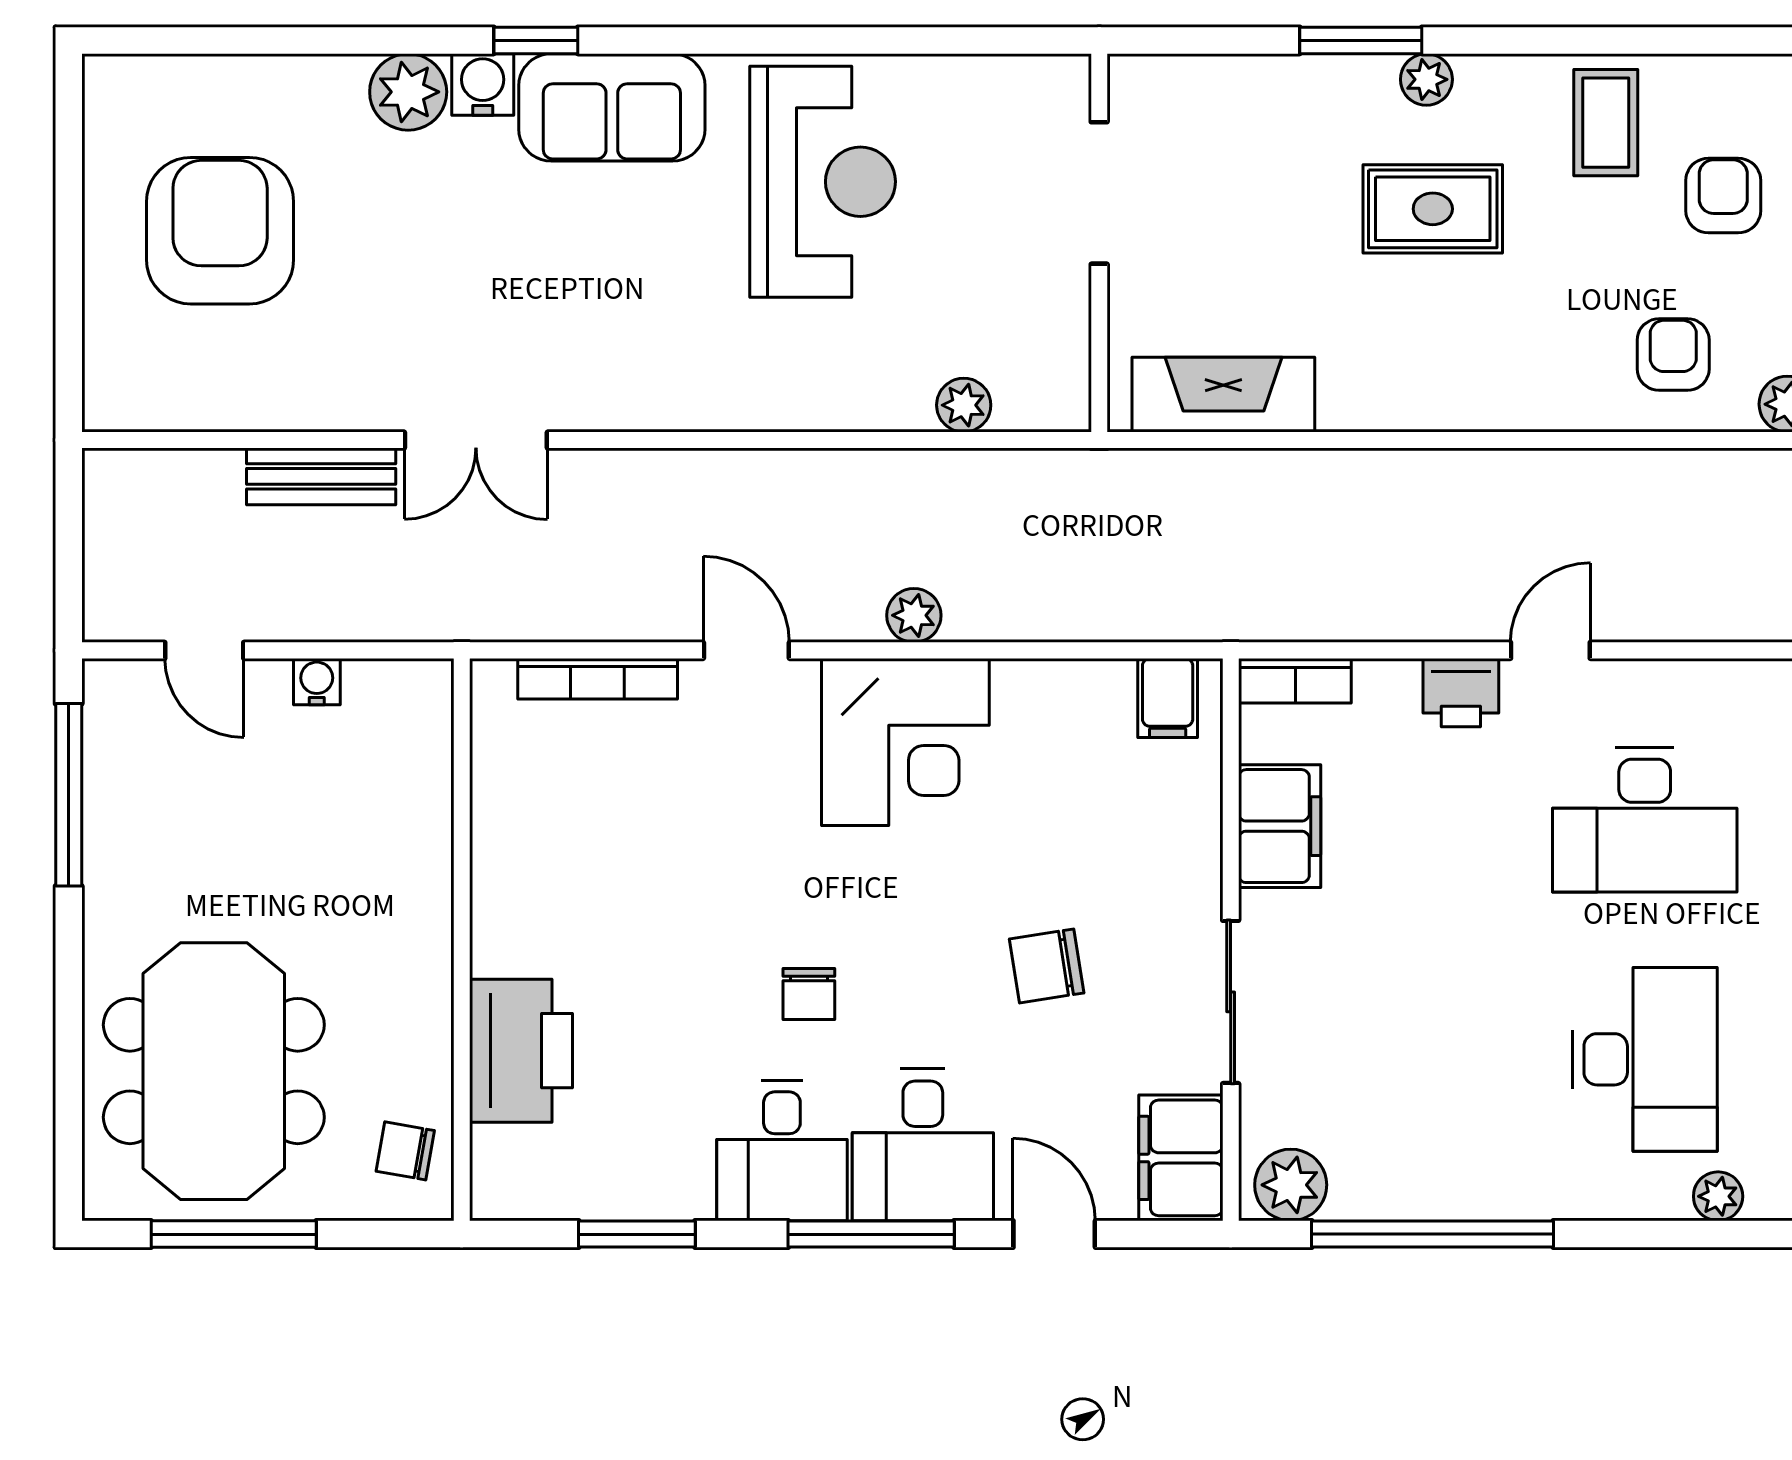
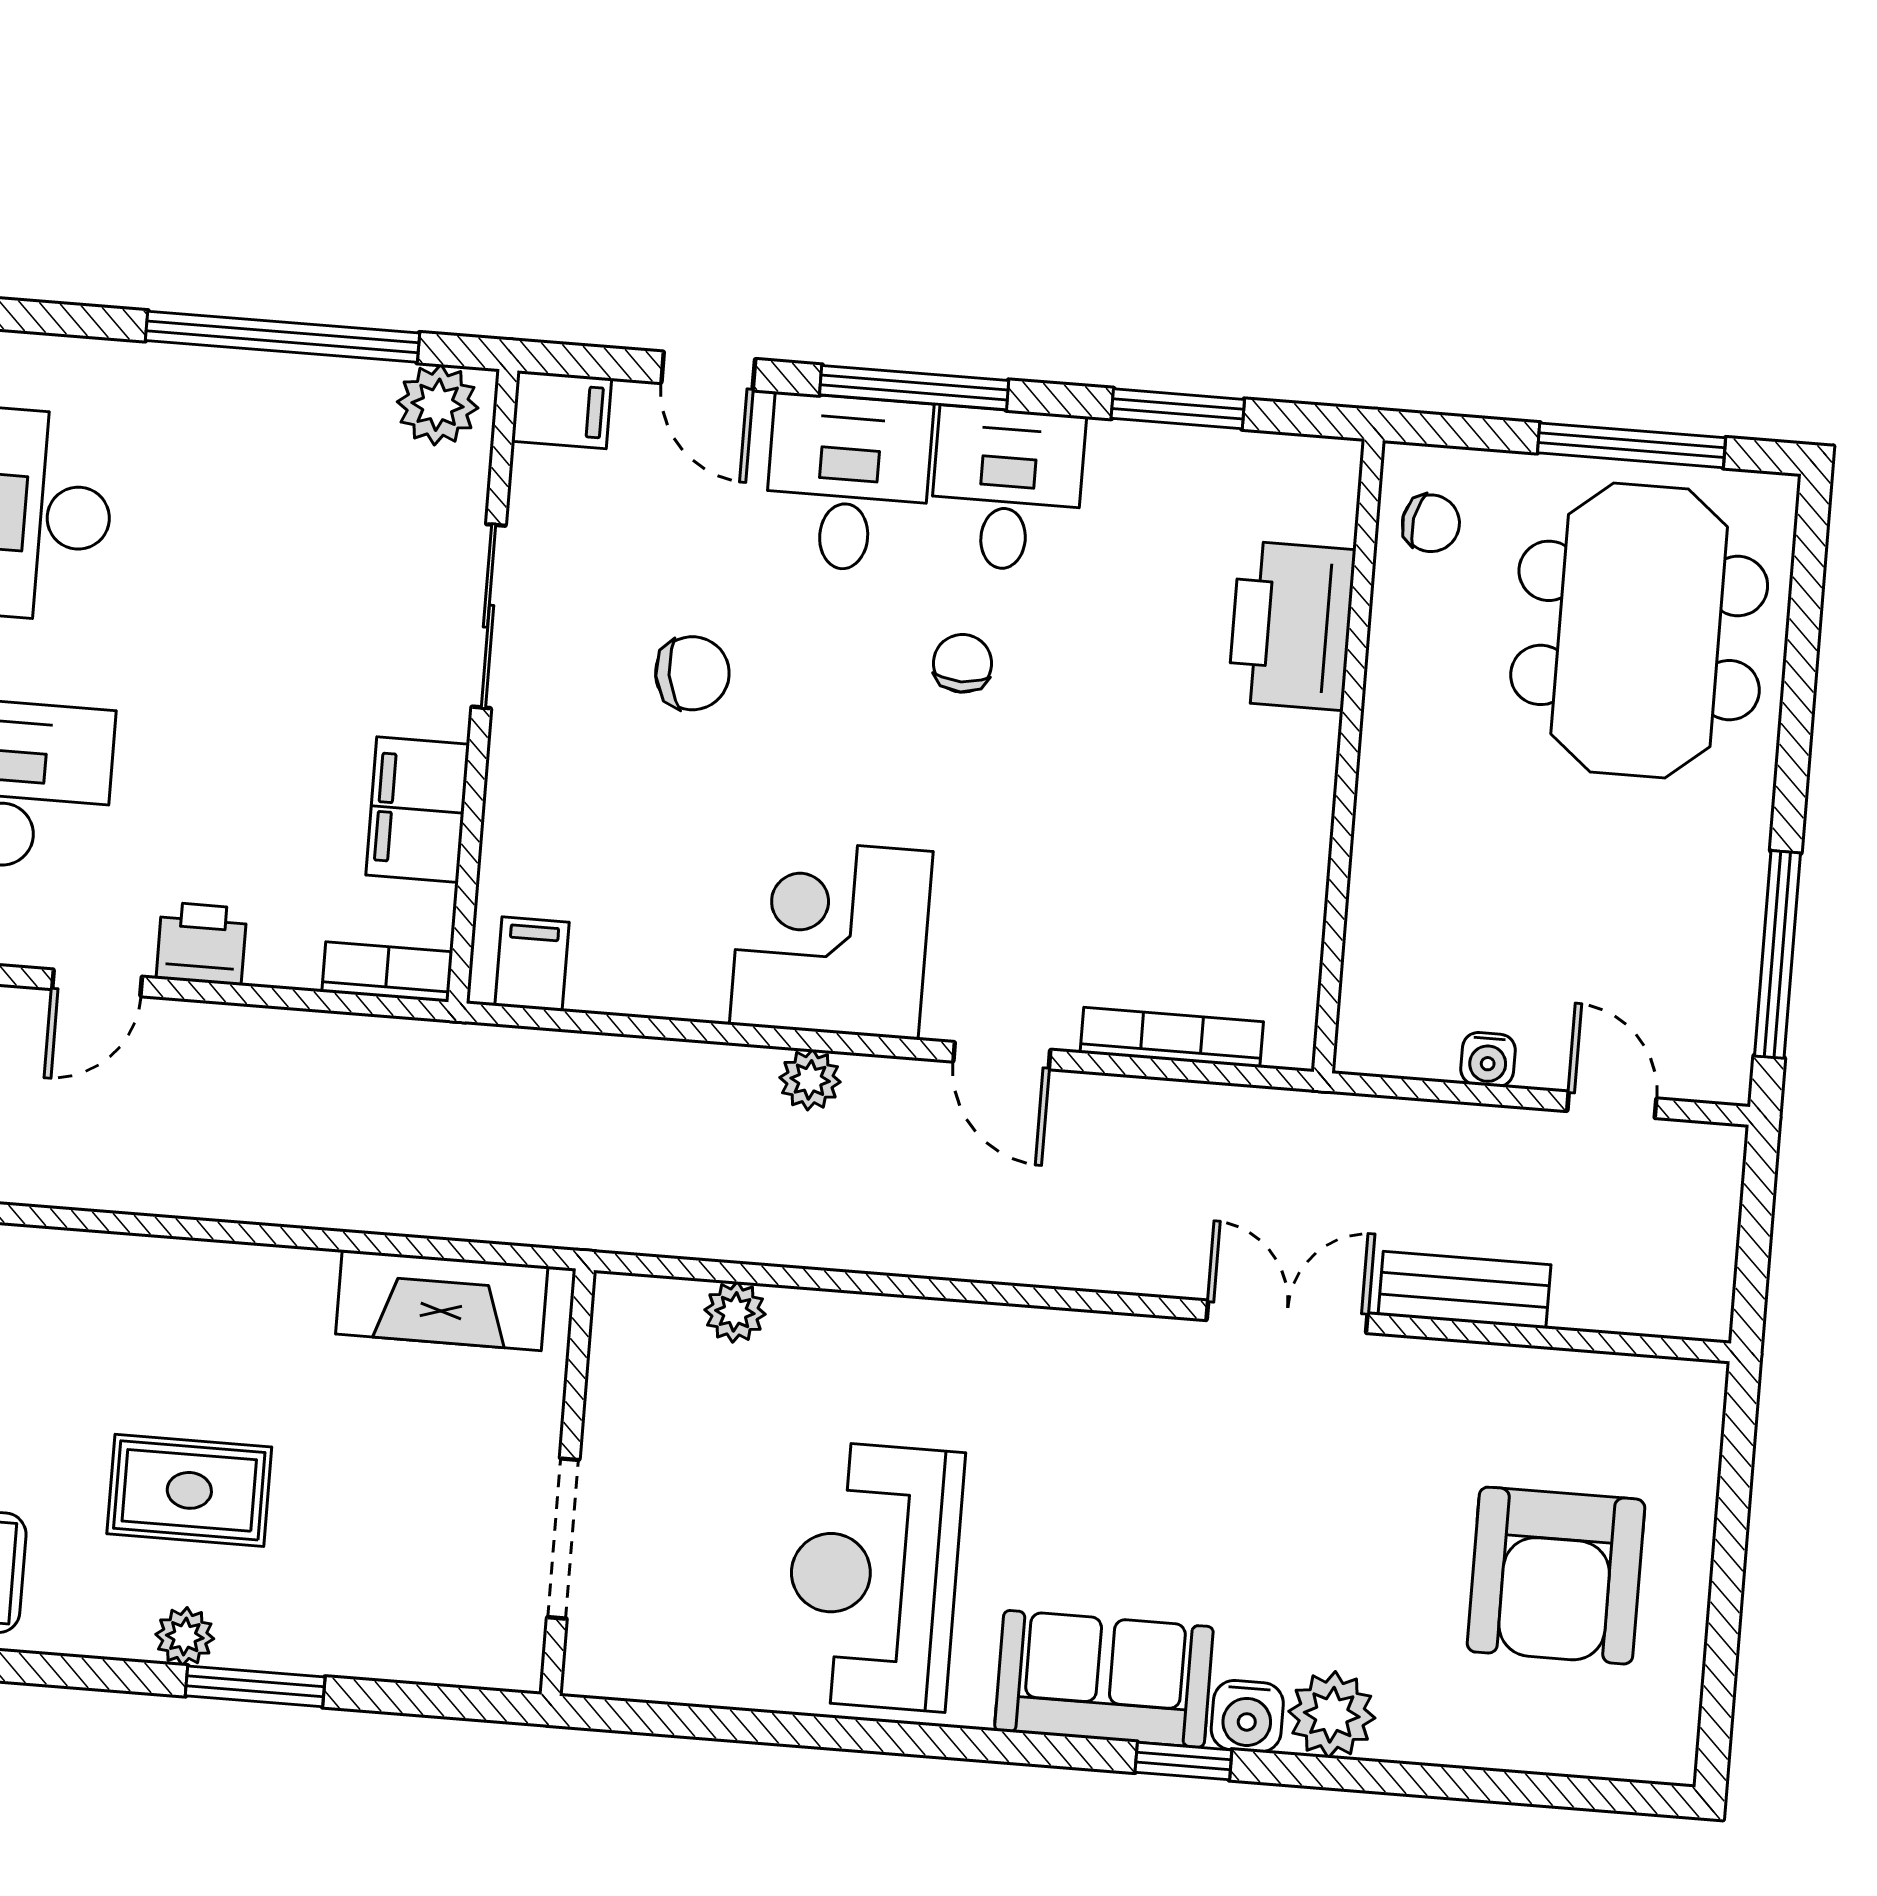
filing cabinet: (1181, 1158) -> (562, 410), width x0.50

